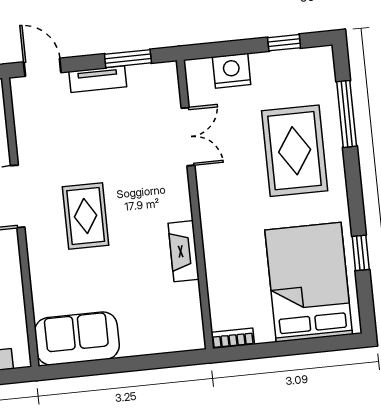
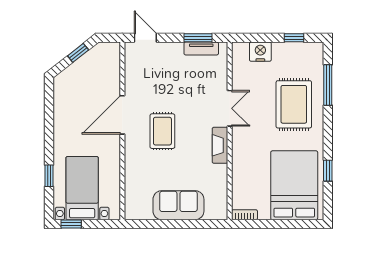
tv unit: (98, 79) -> (201, 49), moved
double door: (188, 137) -> (230, 108), moved
fireplace: (184, 251) -> (220, 145), moved
sofa: (77, 338) -> (178, 205), moved

